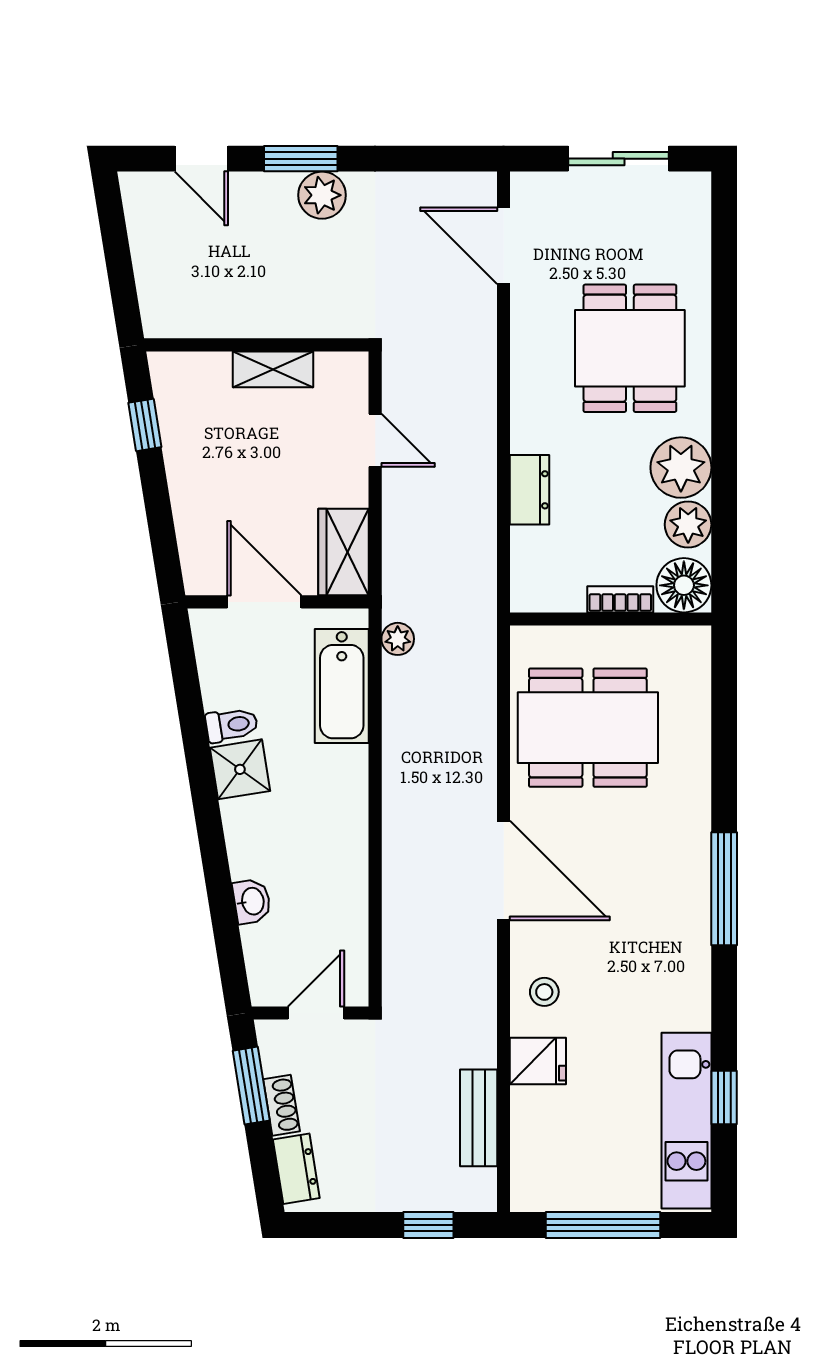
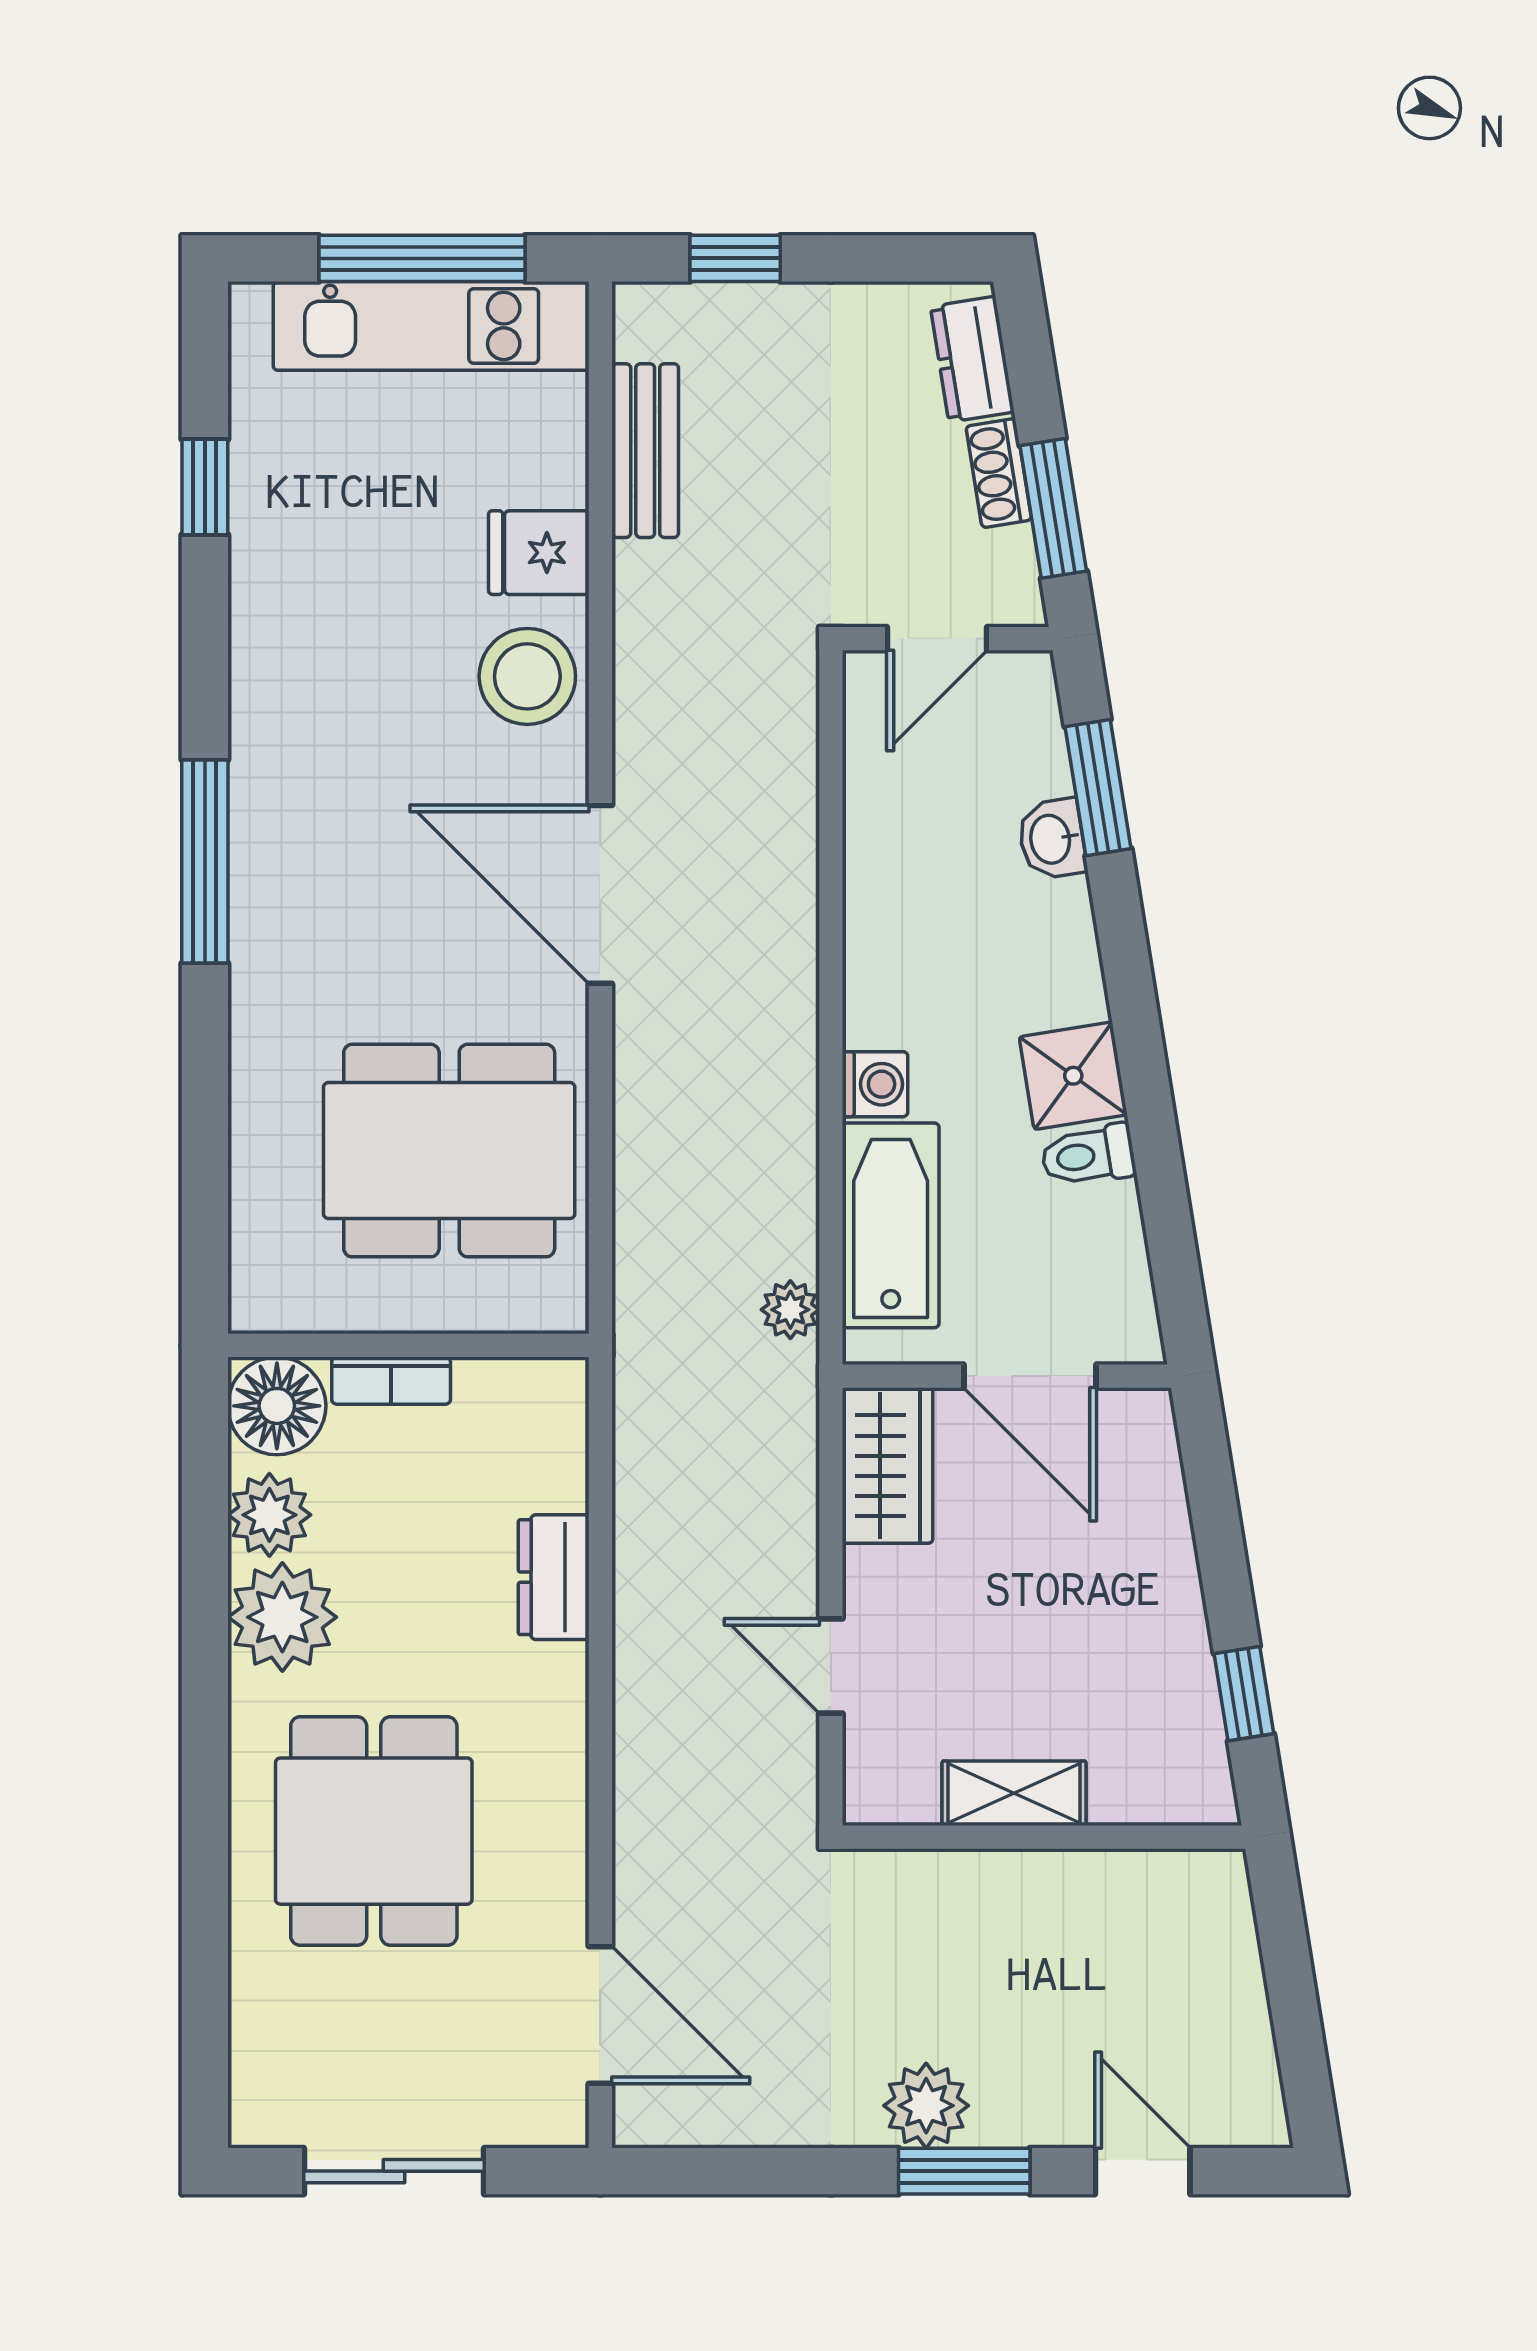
washing machine: (350, 765) -> (875, 1084), added
window: (226, 930) -> (1098, 788), added
stool: (544, 992) -> (527, 676), width x1.89, depth x1.89
kitchen unit: (686, 1121) -> (431, 326), moved, turned 90

